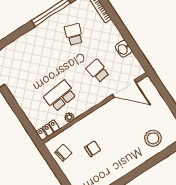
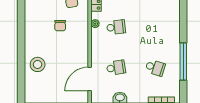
school desk: (60, 96) -> (116, 27), width x0.54
stool: (153, 138) -> (38, 64), moved

